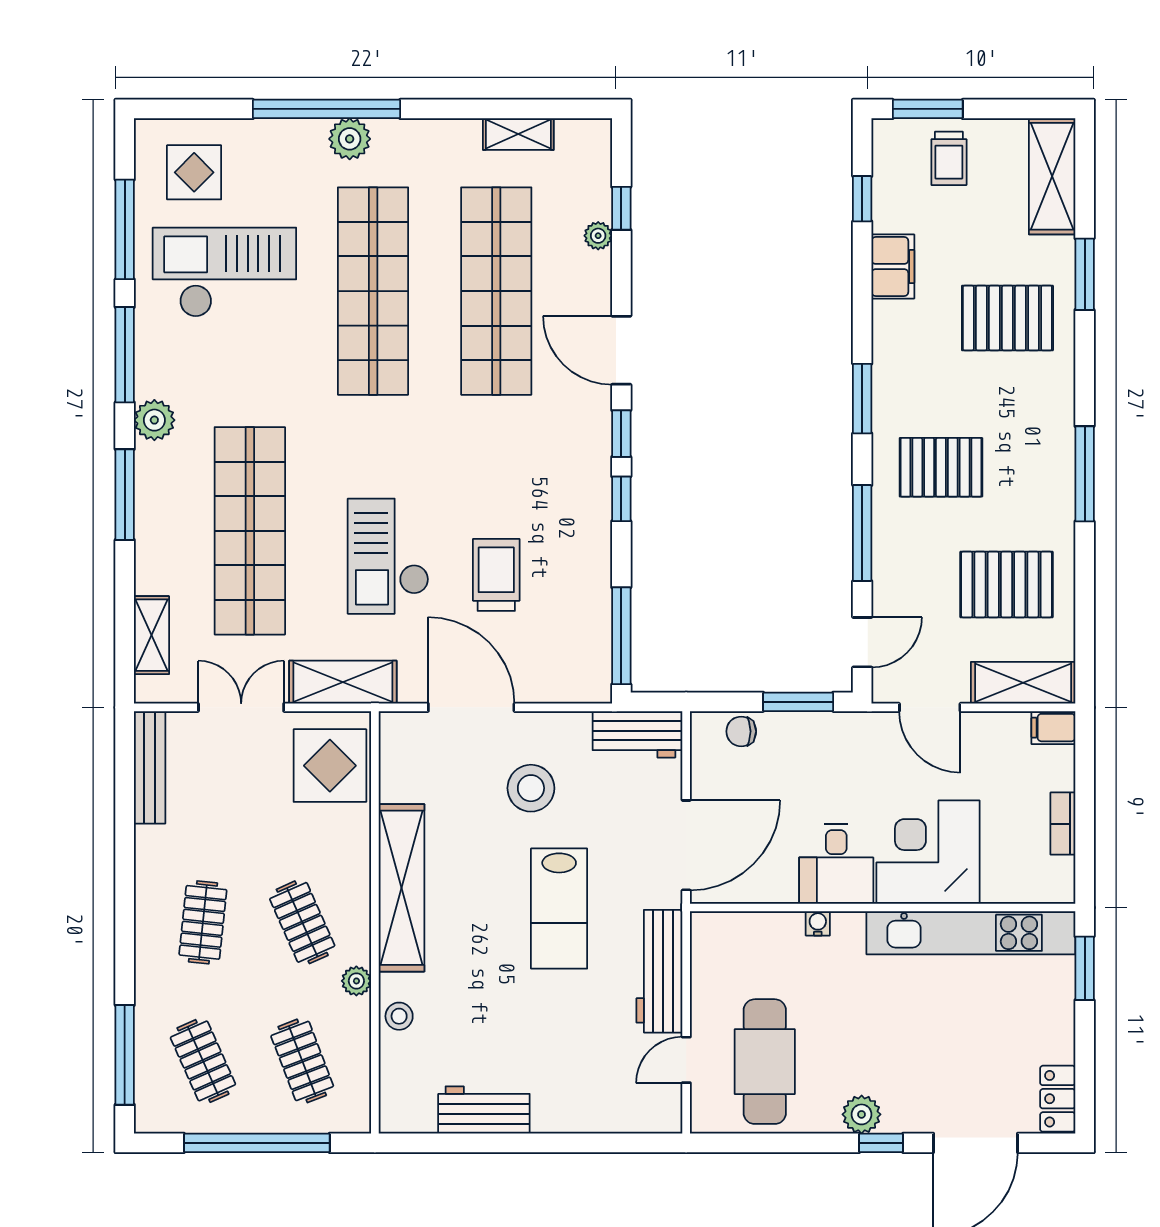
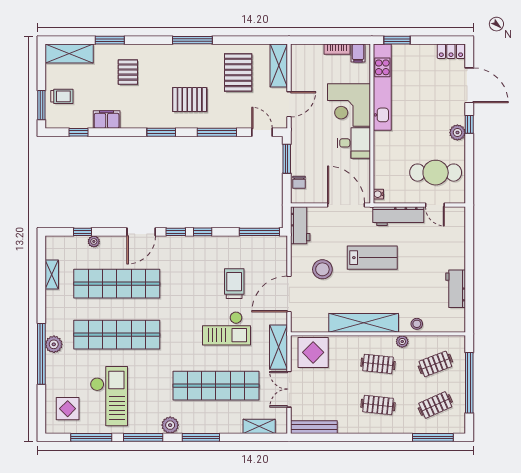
checkout: (224, 272) -> (109, 396), turned 180
pallet: (1007, 318) -> (128, 72), width x0.67, depth x0.71
pallet: (941, 467) -> (190, 100), turned 90
trolley: (496, 575) -> (234, 284), turned 90
filing cabinet: (1053, 728) -> (358, 53), moved
clothes rail: (302, 922) -> (378, 364), turned 30
water cooler: (818, 923) -> (378, 194), moved

